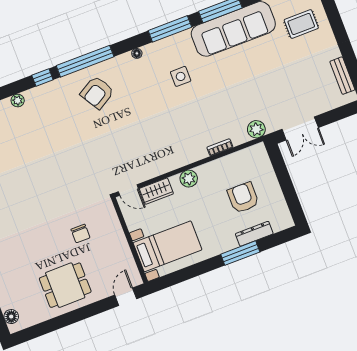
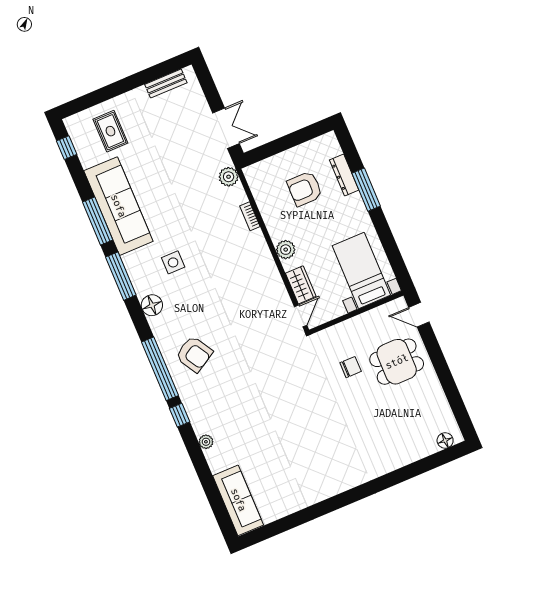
floor lamp: (137, 53) -> (152, 305), width x1.89, depth x1.89
dining table: (65, 285) -> (397, 362), moved, turned 90

